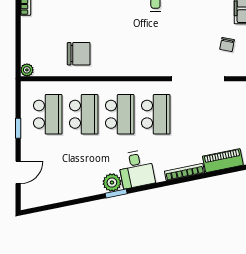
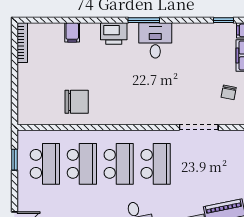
plant: (27, 70) -> (24, 118), removed
doorway: (198, 79) -> (199, 127), width x0.73
window: (18, 128) -> (14, 160), moved

